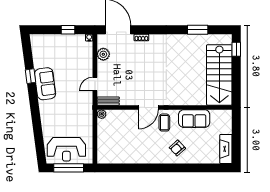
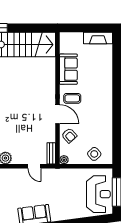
side table: (108, 145) -> (94, 154), added
armchair: (177, 148) -> (69, 135), moved

